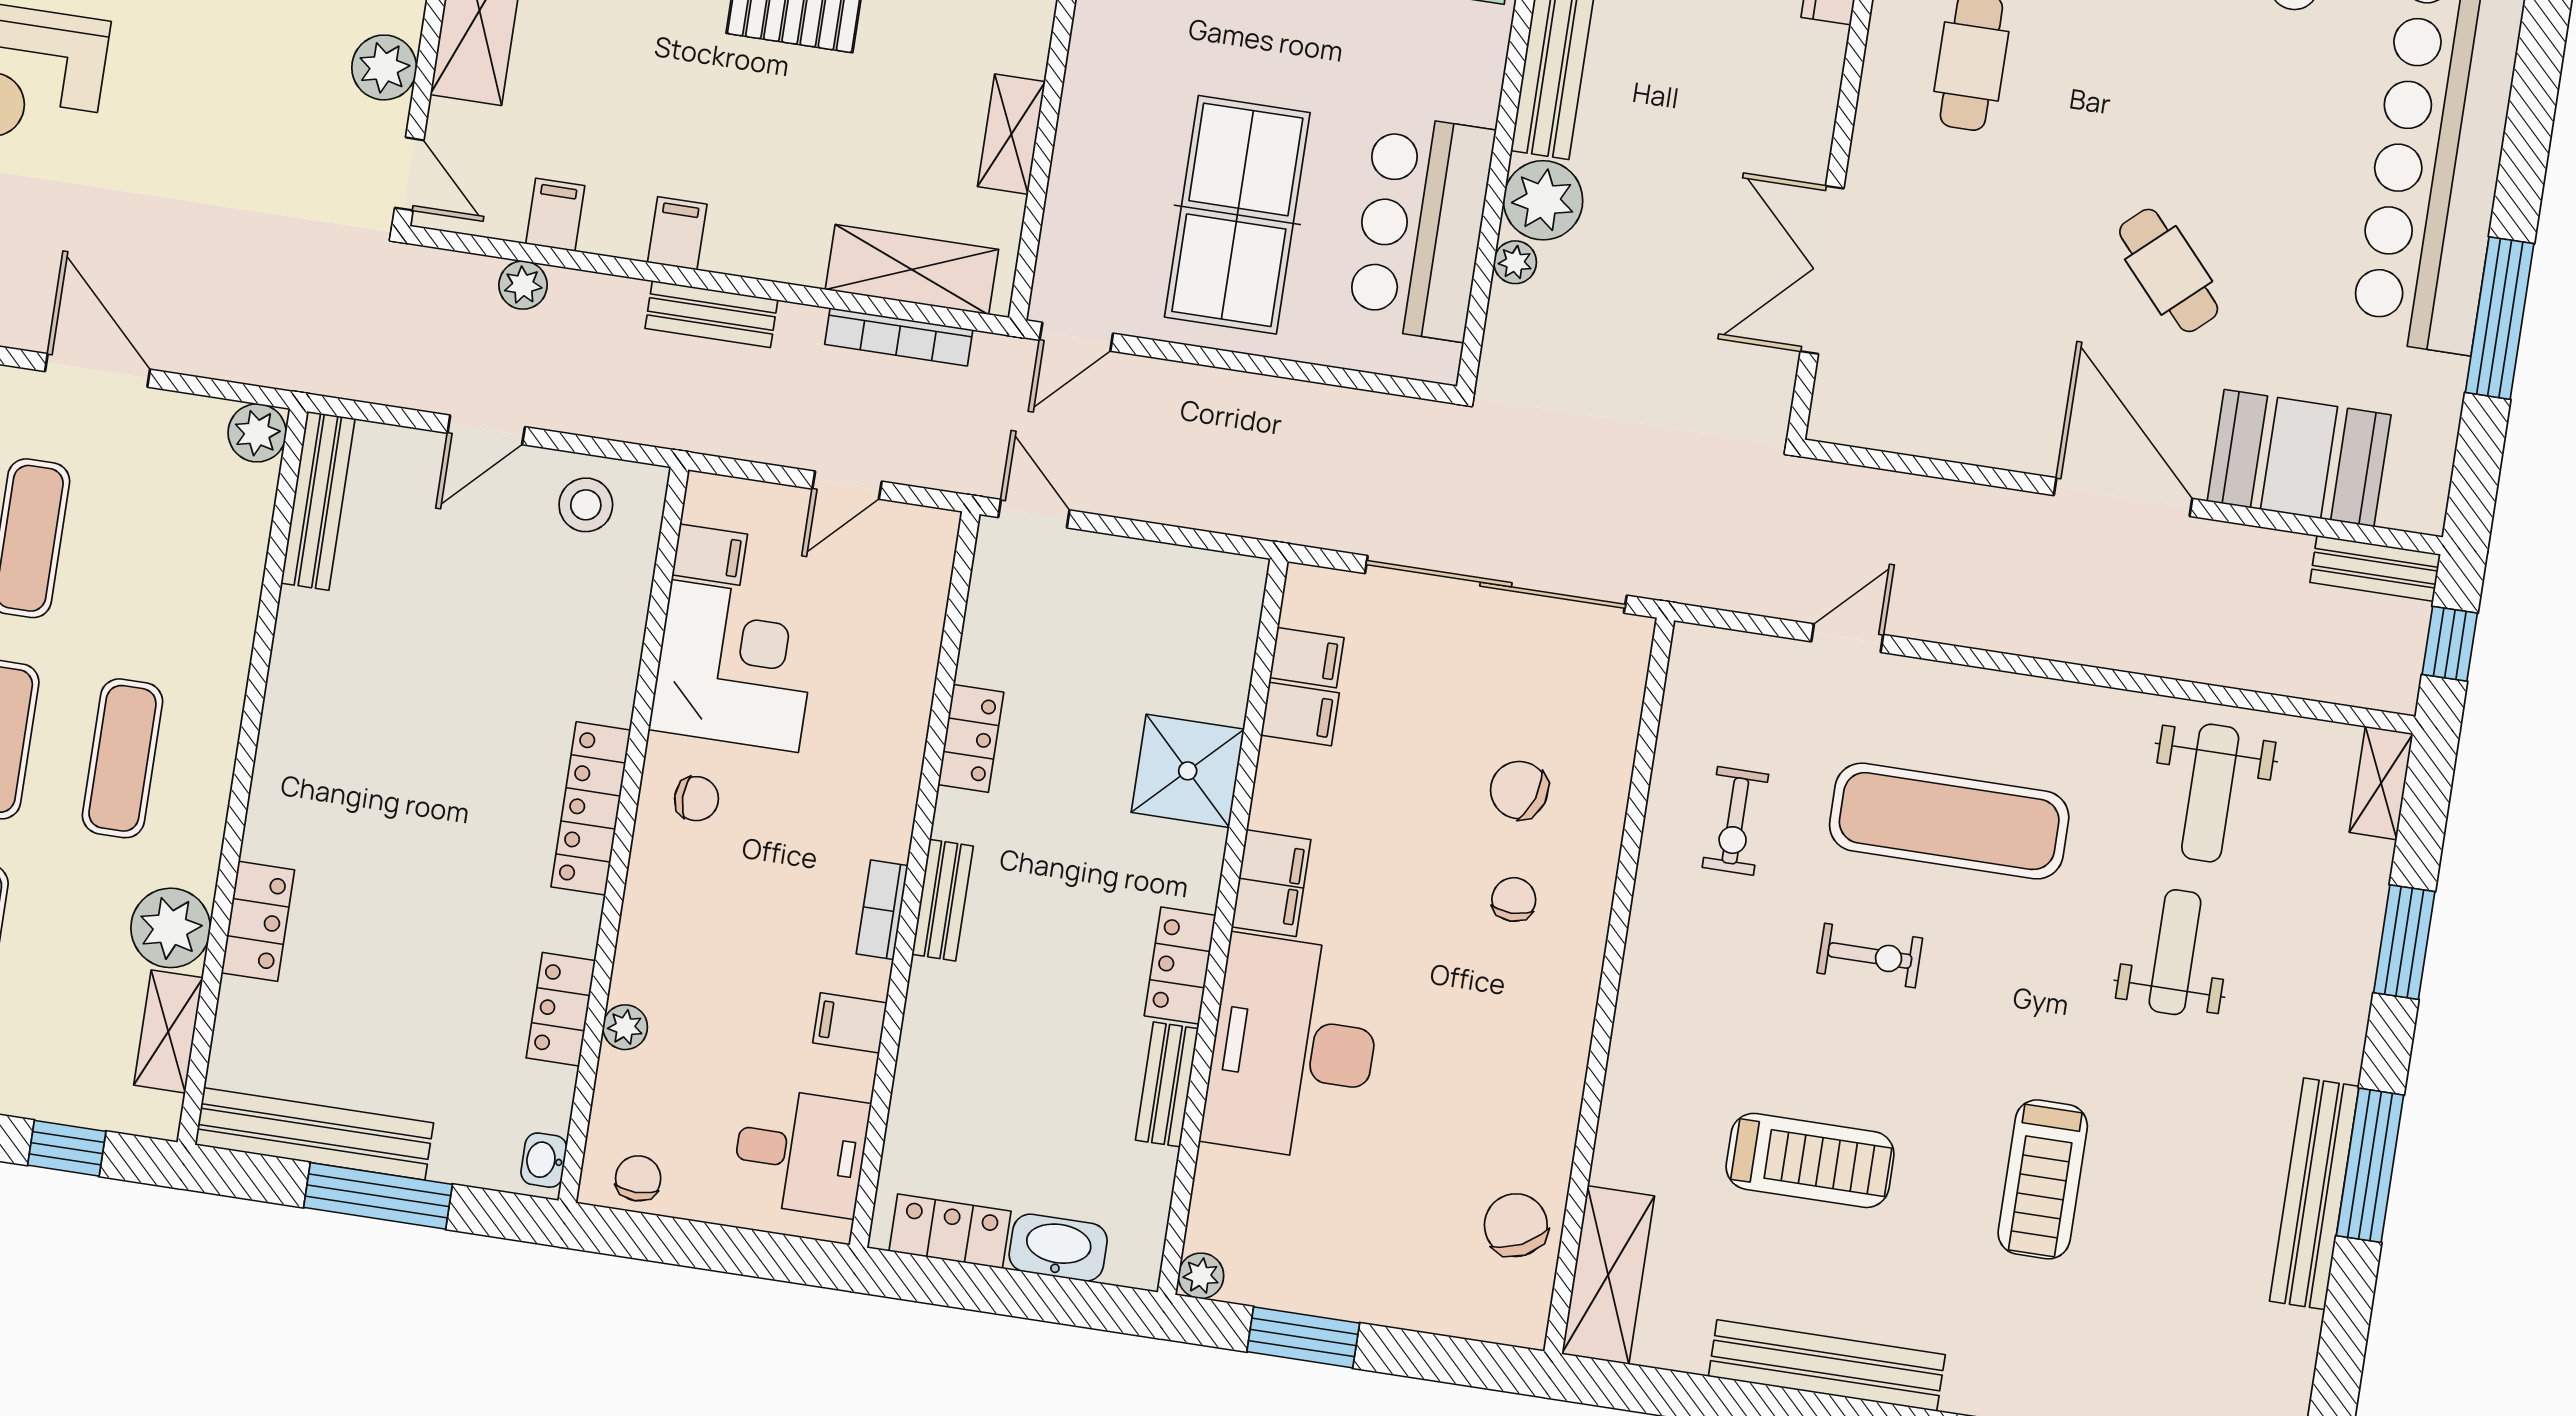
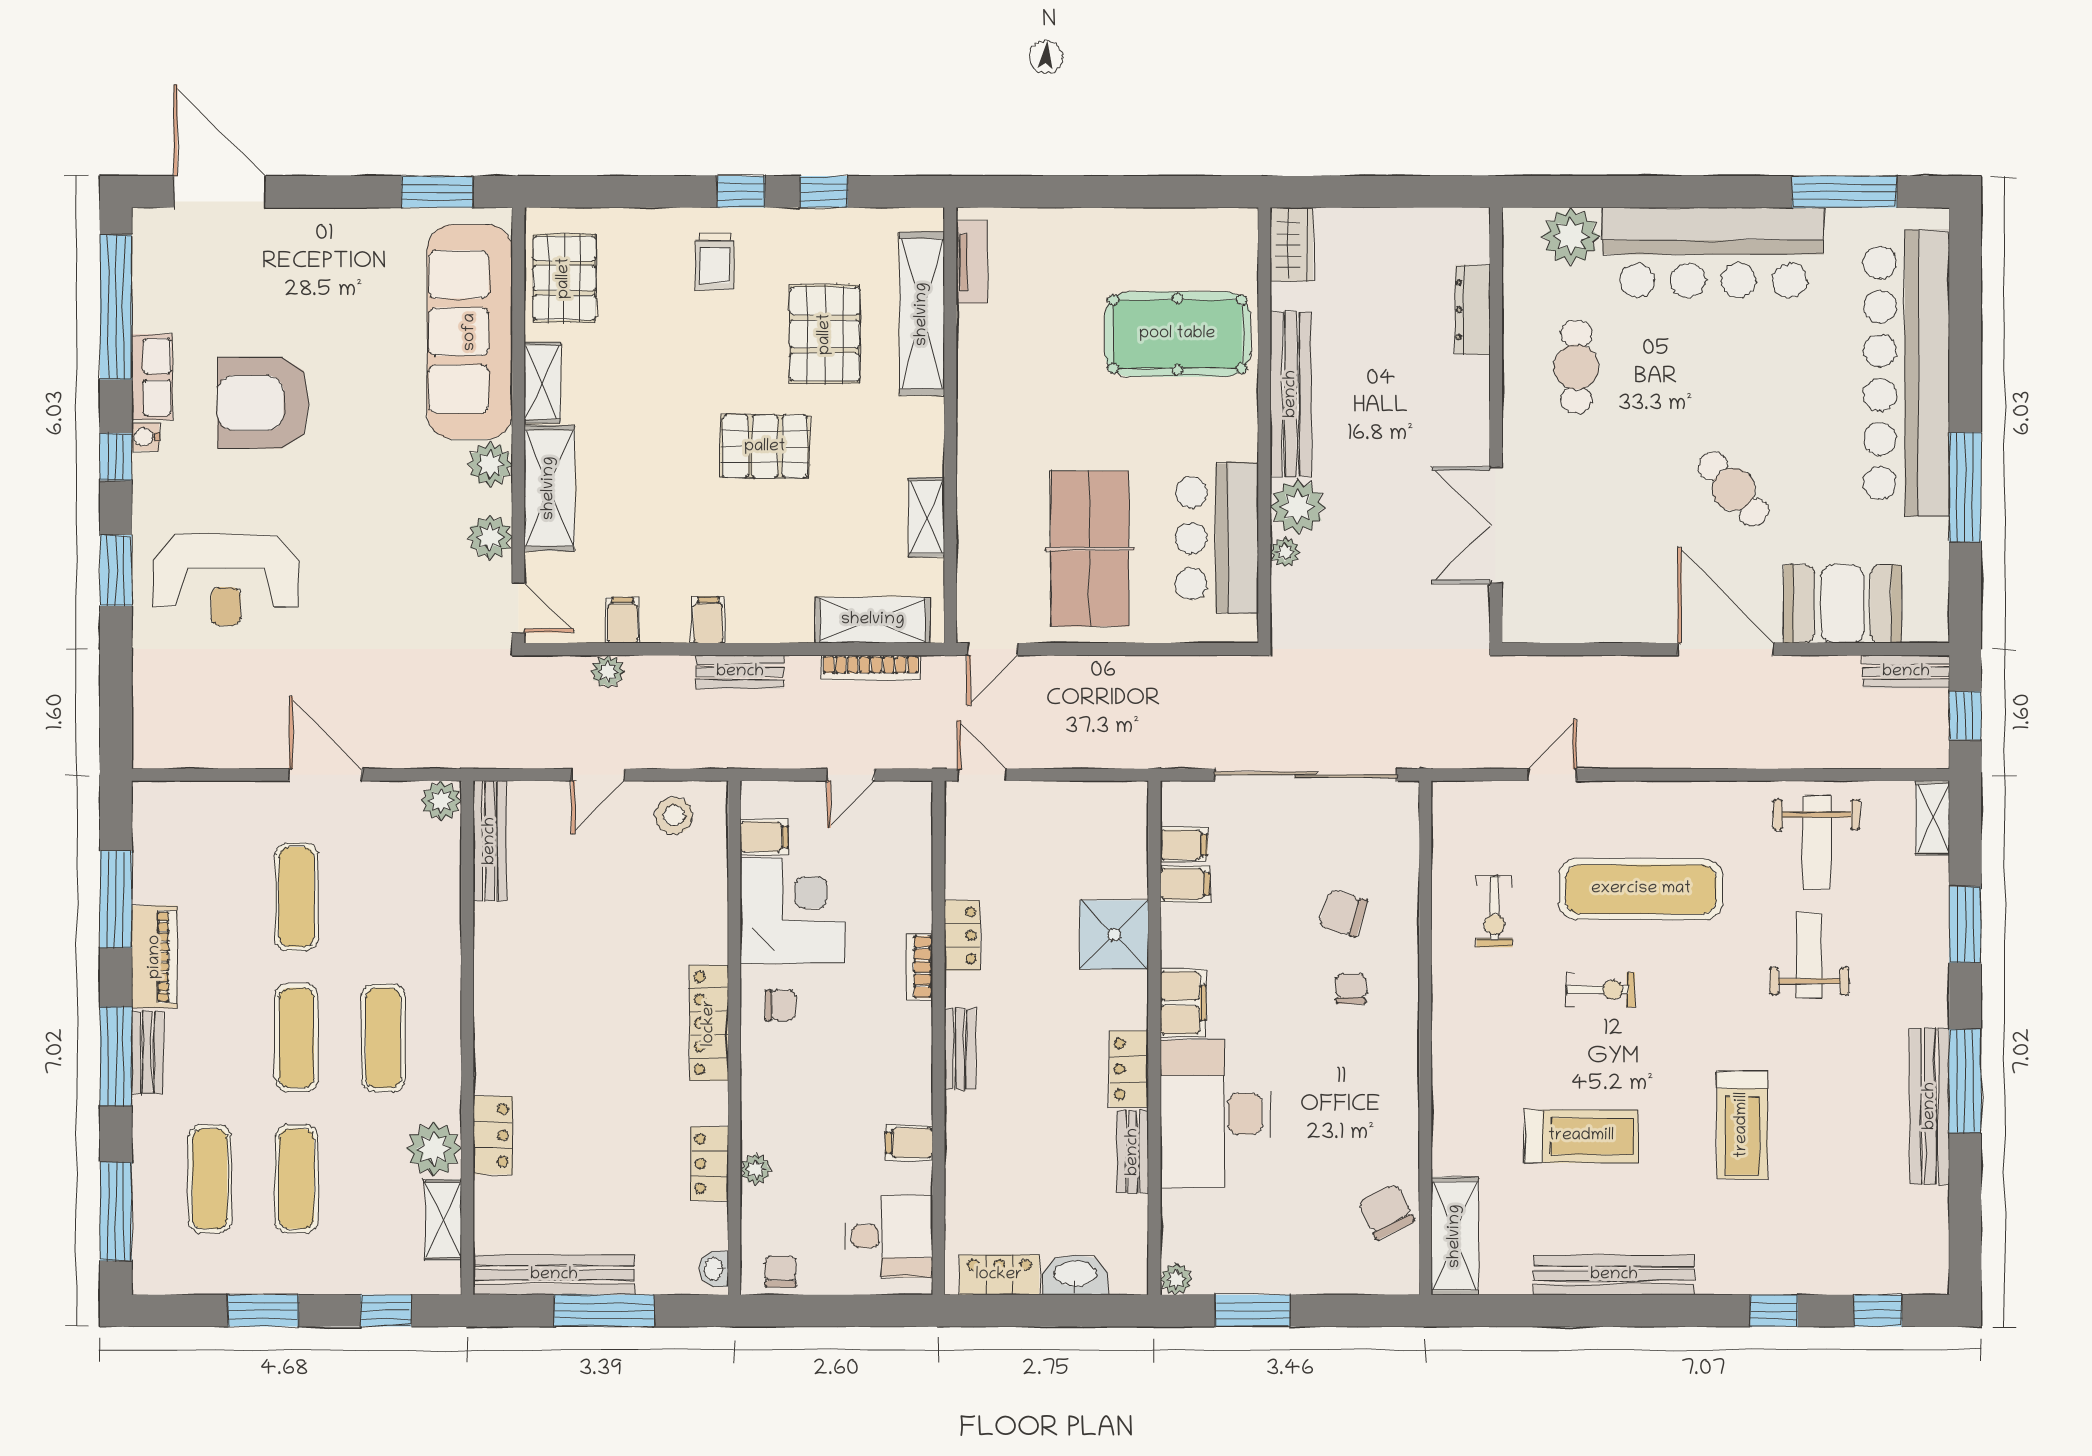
bookcase: (882, 910) -> (919, 967), moved

